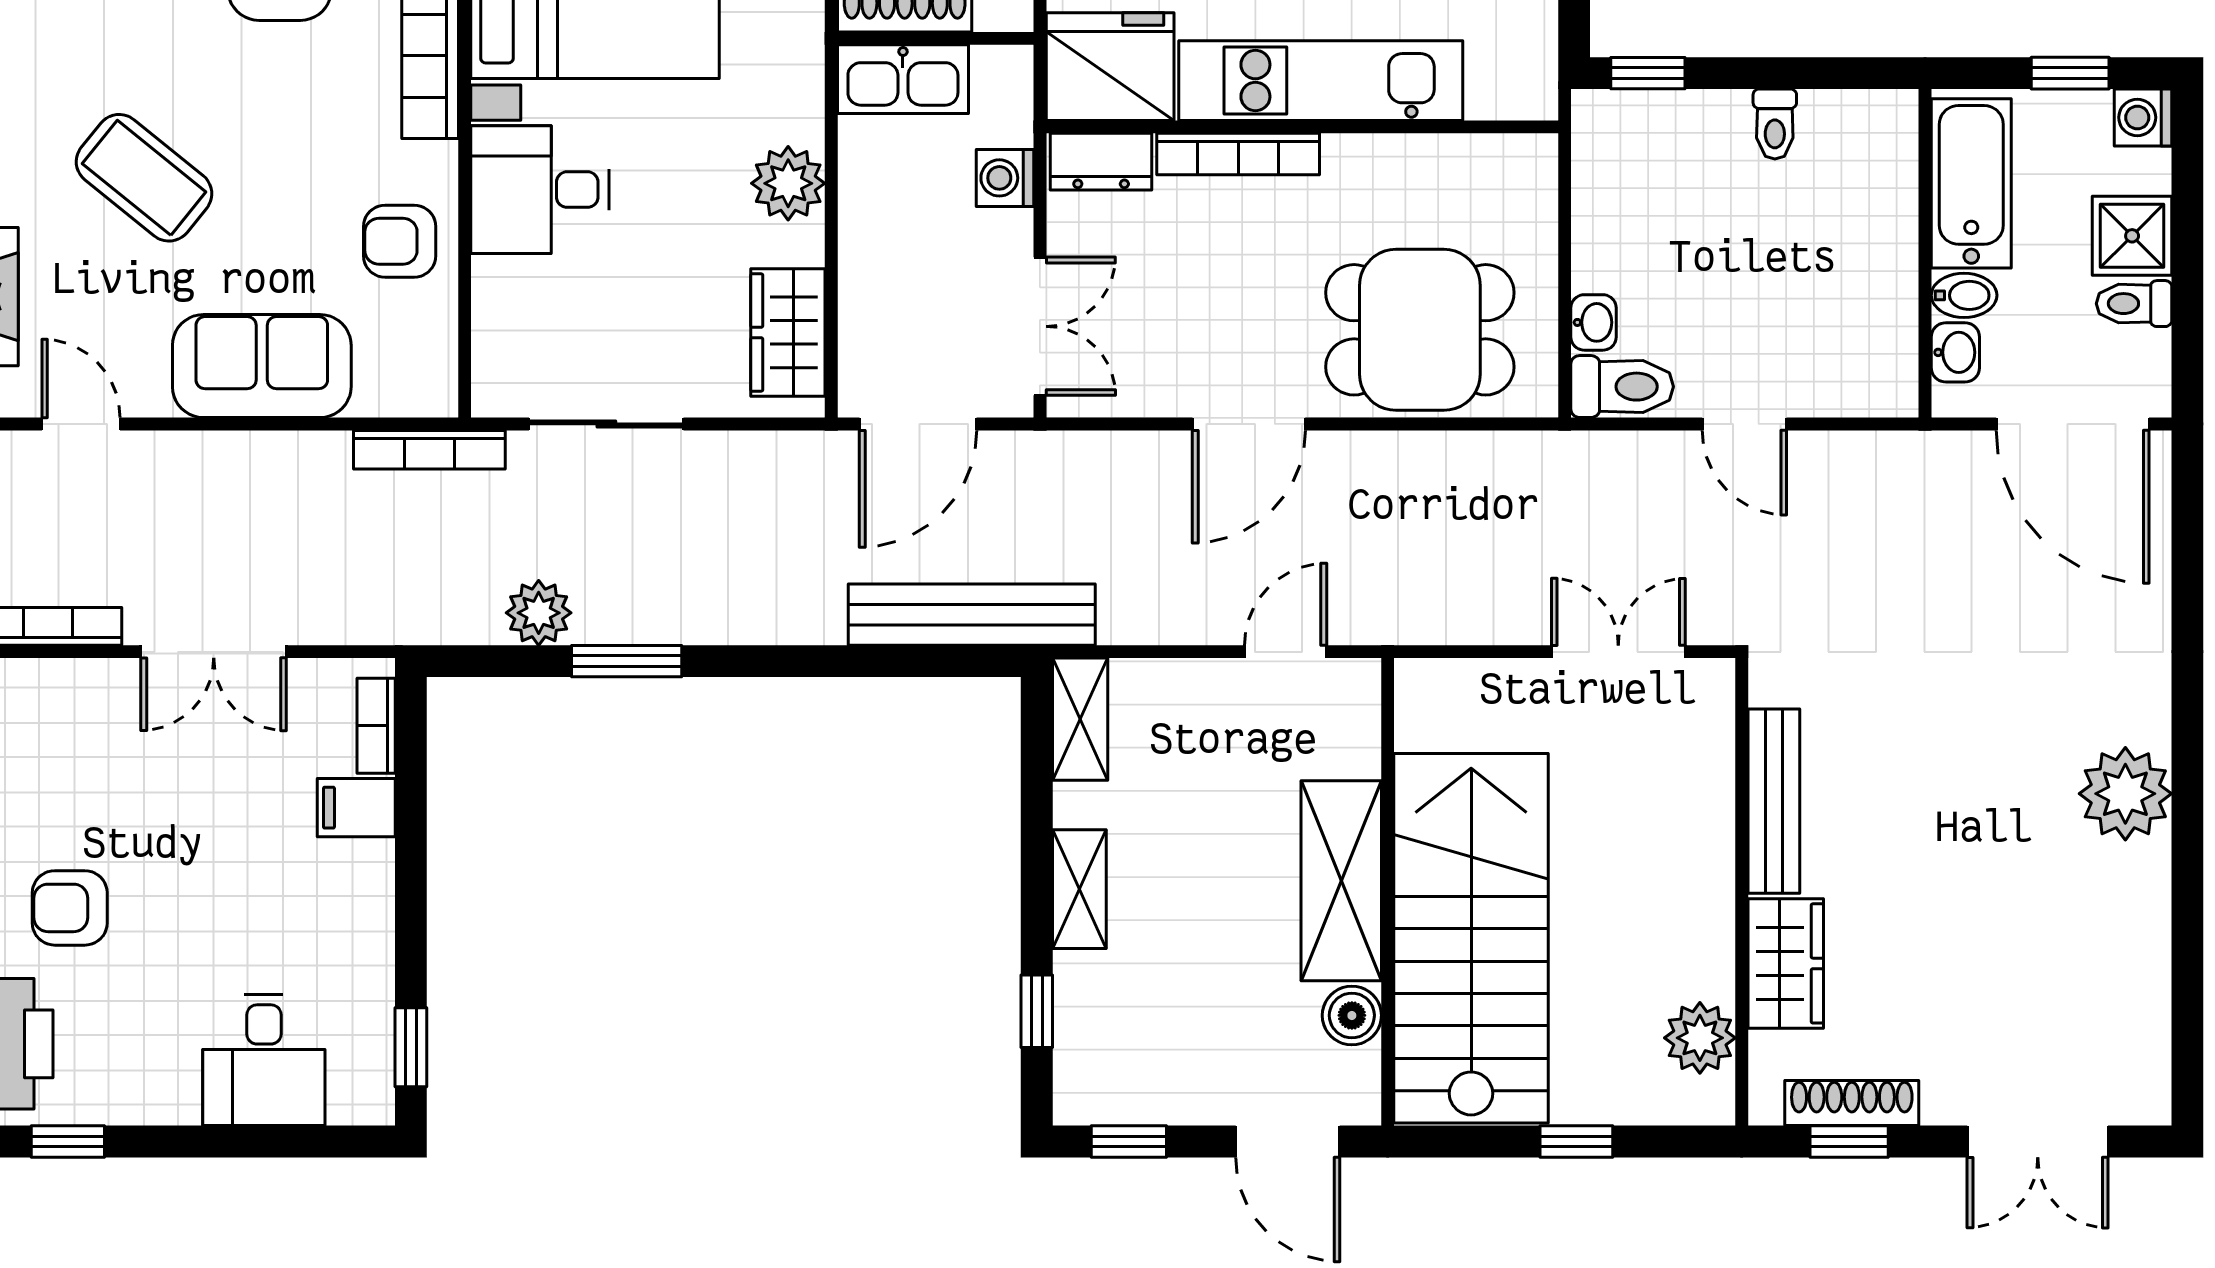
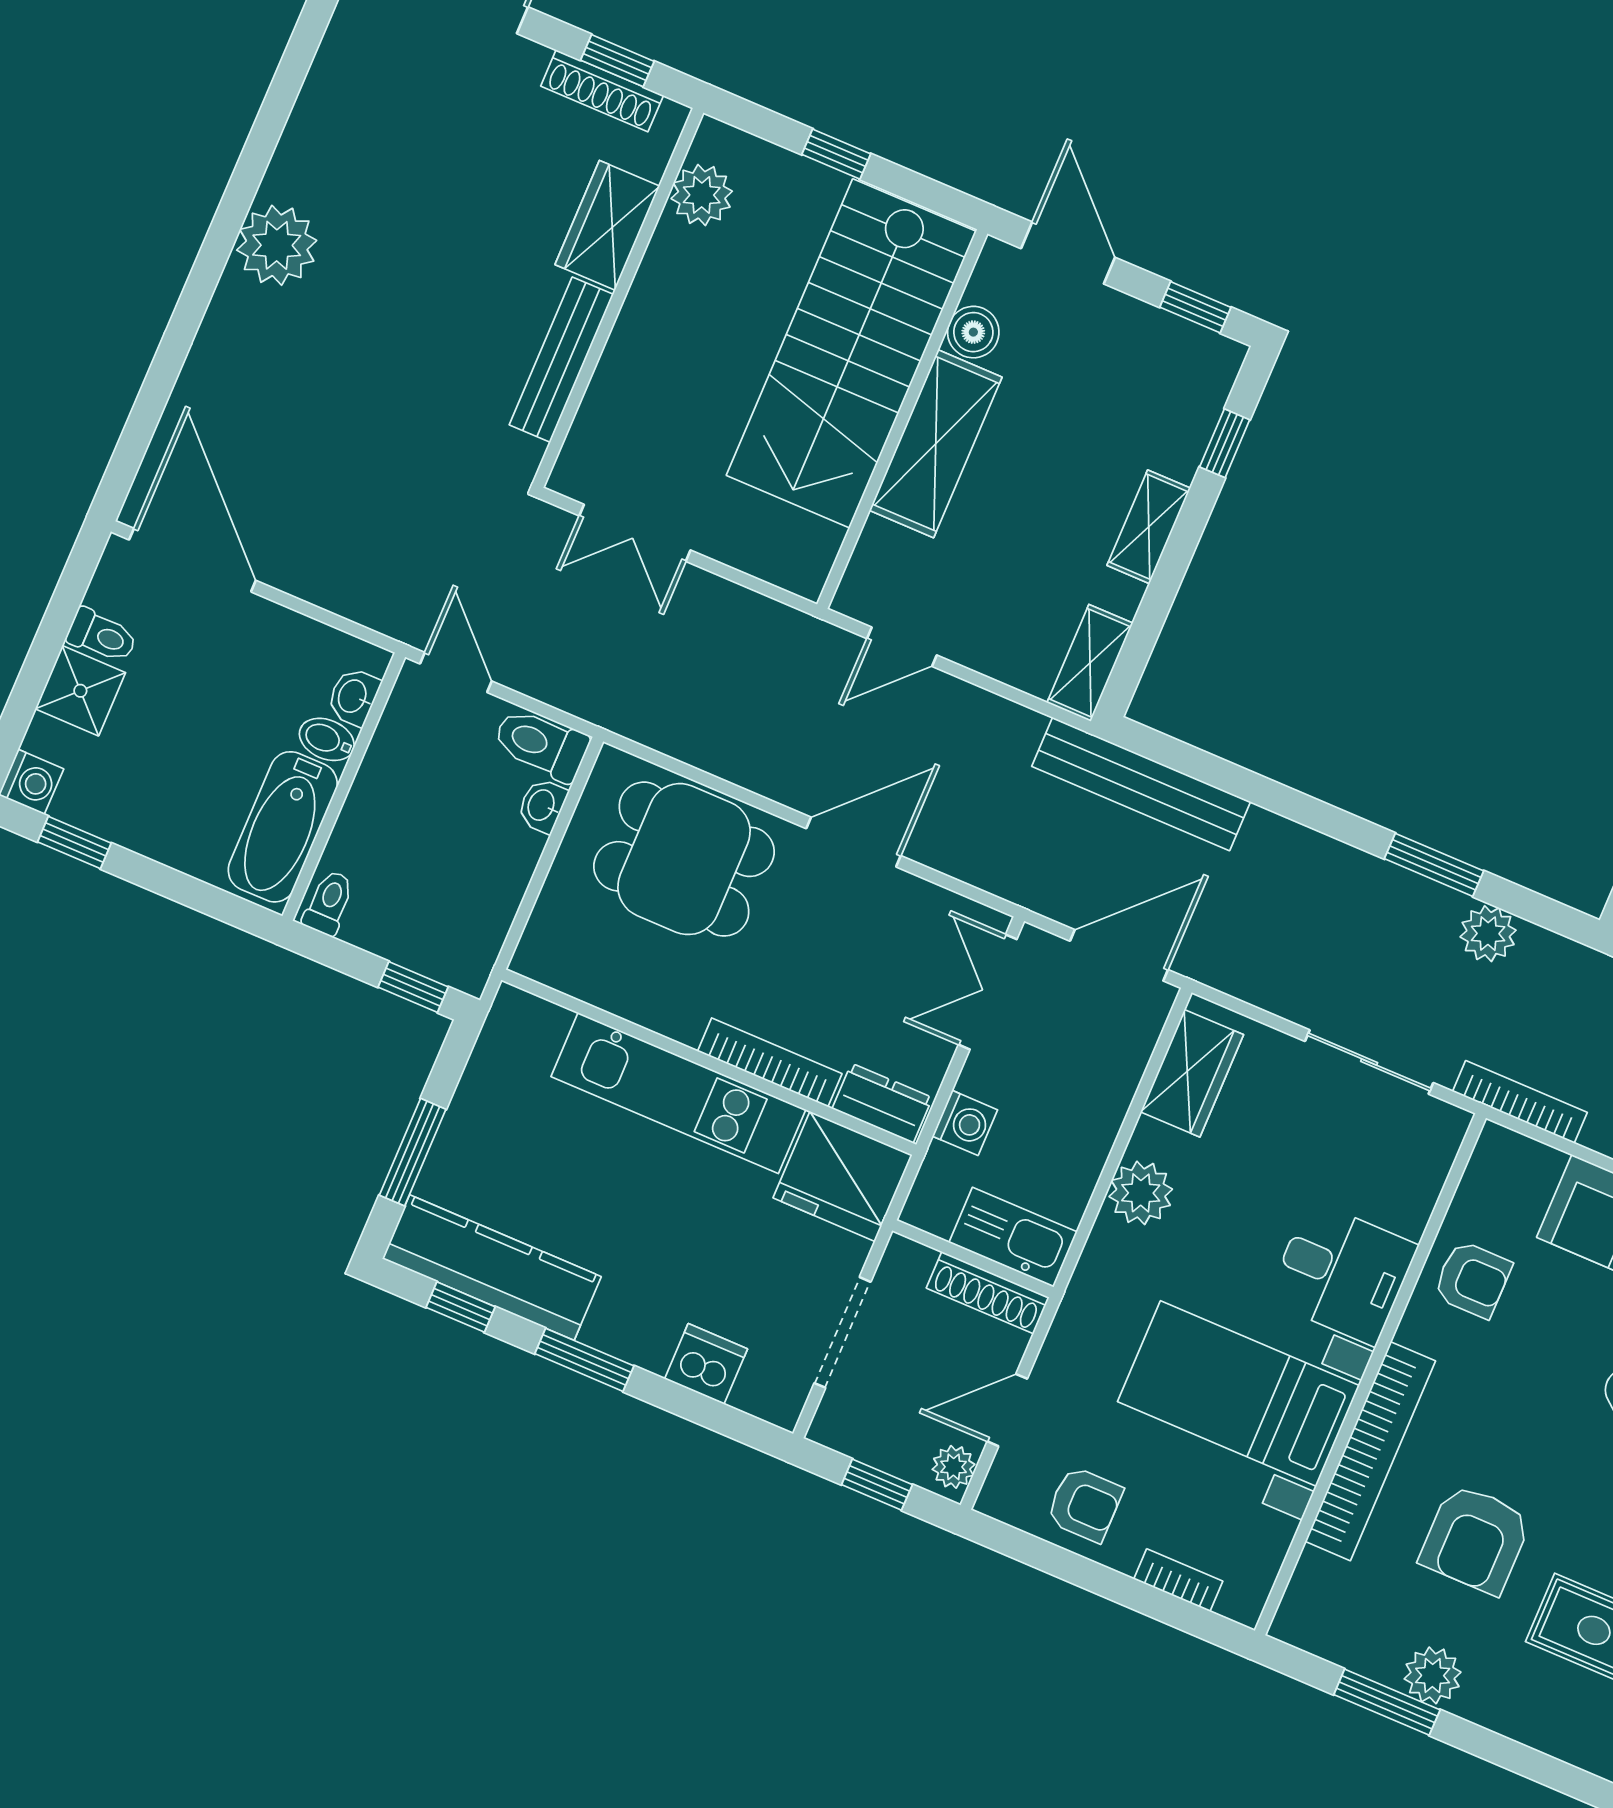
bathtub: (1971, 183) -> (283, 827), moved
wall: (1925, 253) -> (344, 787), moved
bidet: (1964, 295) -> (327, 739), moved
washbasin: (1955, 352) -> (353, 697), moved

